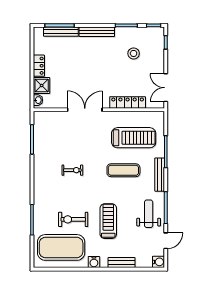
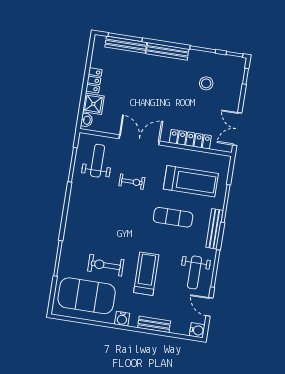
weight bench: (52, 133) -> (97, 161), added
exercise bike: (72, 170) -> (132, 182), moved
weight bench: (149, 214) -> (194, 272), turned 180
door: (166, 241) -> (209, 307), swing flipped

